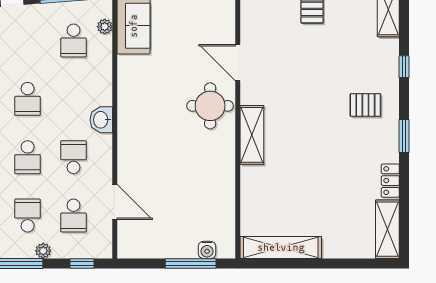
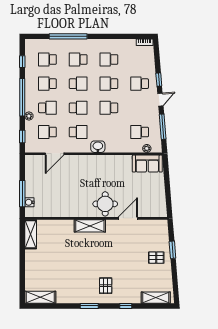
school desk: (28, 157) -> (78, 108), turned 180
locker: (390, 181) -> (66, 299), removed
shelving: (281, 247) -> (31, 234), width x0.68

